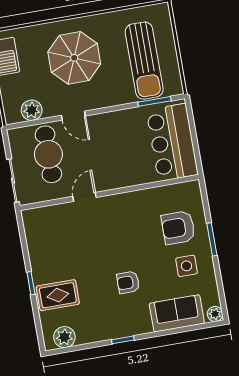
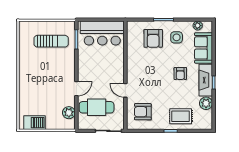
parasol: (74, 58) -> (42, 82), removed
sun lounger: (144, 61) -> (51, 41), width x0.73, depth x0.75
armchair: (54, 232) -> (143, 112), added
rug: (58, 295) -> (181, 116), turned 90
plant: (215, 314) -> (198, 26), moved
fireplace: (125, 326) -> (206, 80), added
plant: (64, 337) -> (206, 103), moved

